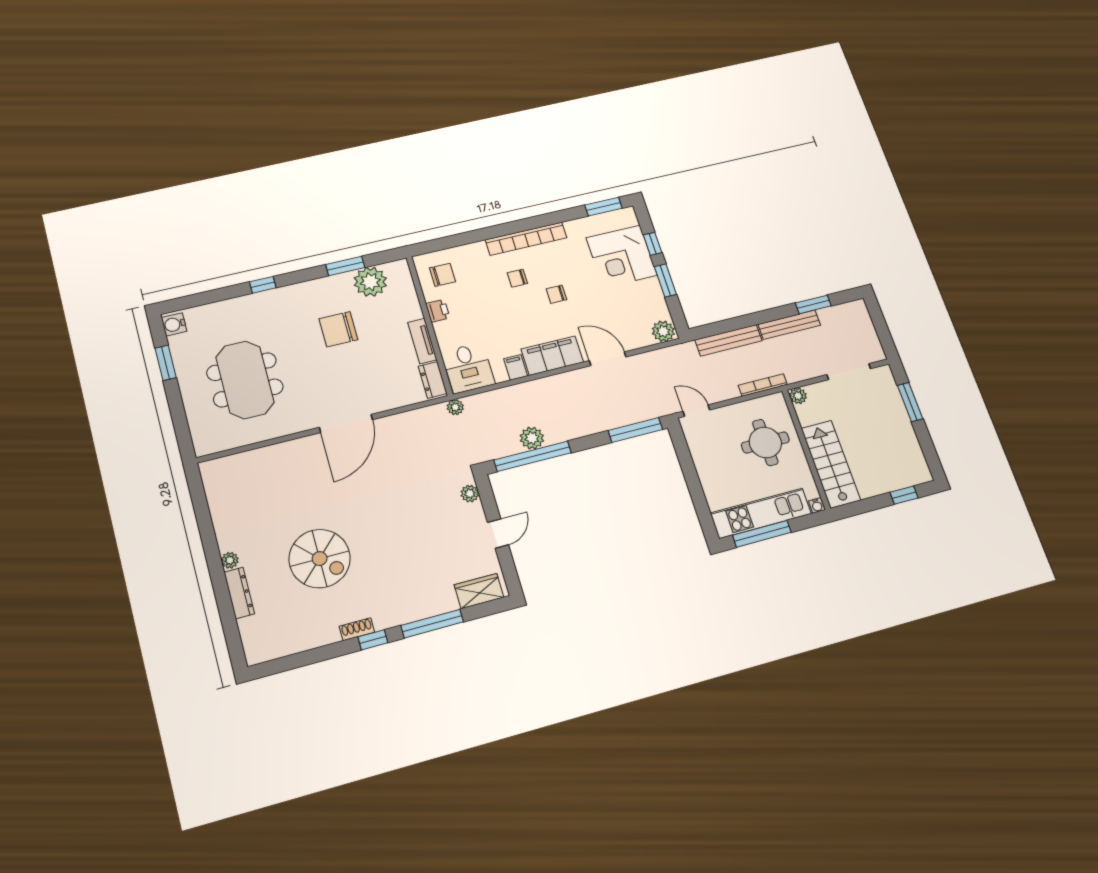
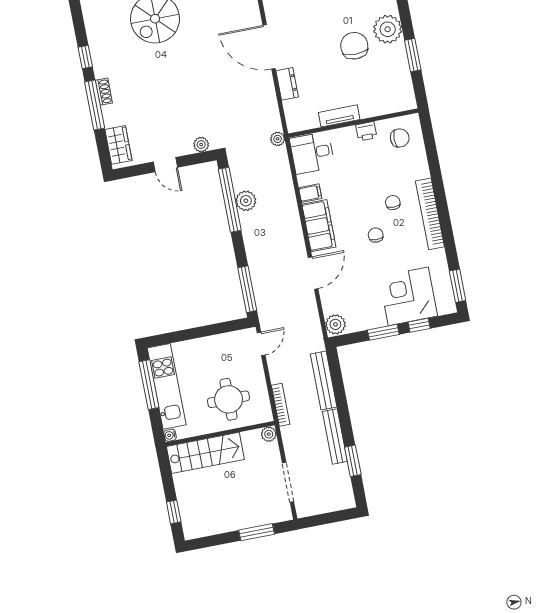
chair: (442, 275) -> (400, 138), turned -90
plant: (370, 282) -> (388, 29), moved
dresser: (433, 380) -> (287, 84), moved, turned 90
shoe rack: (357, 629) -> (104, 92), moved

